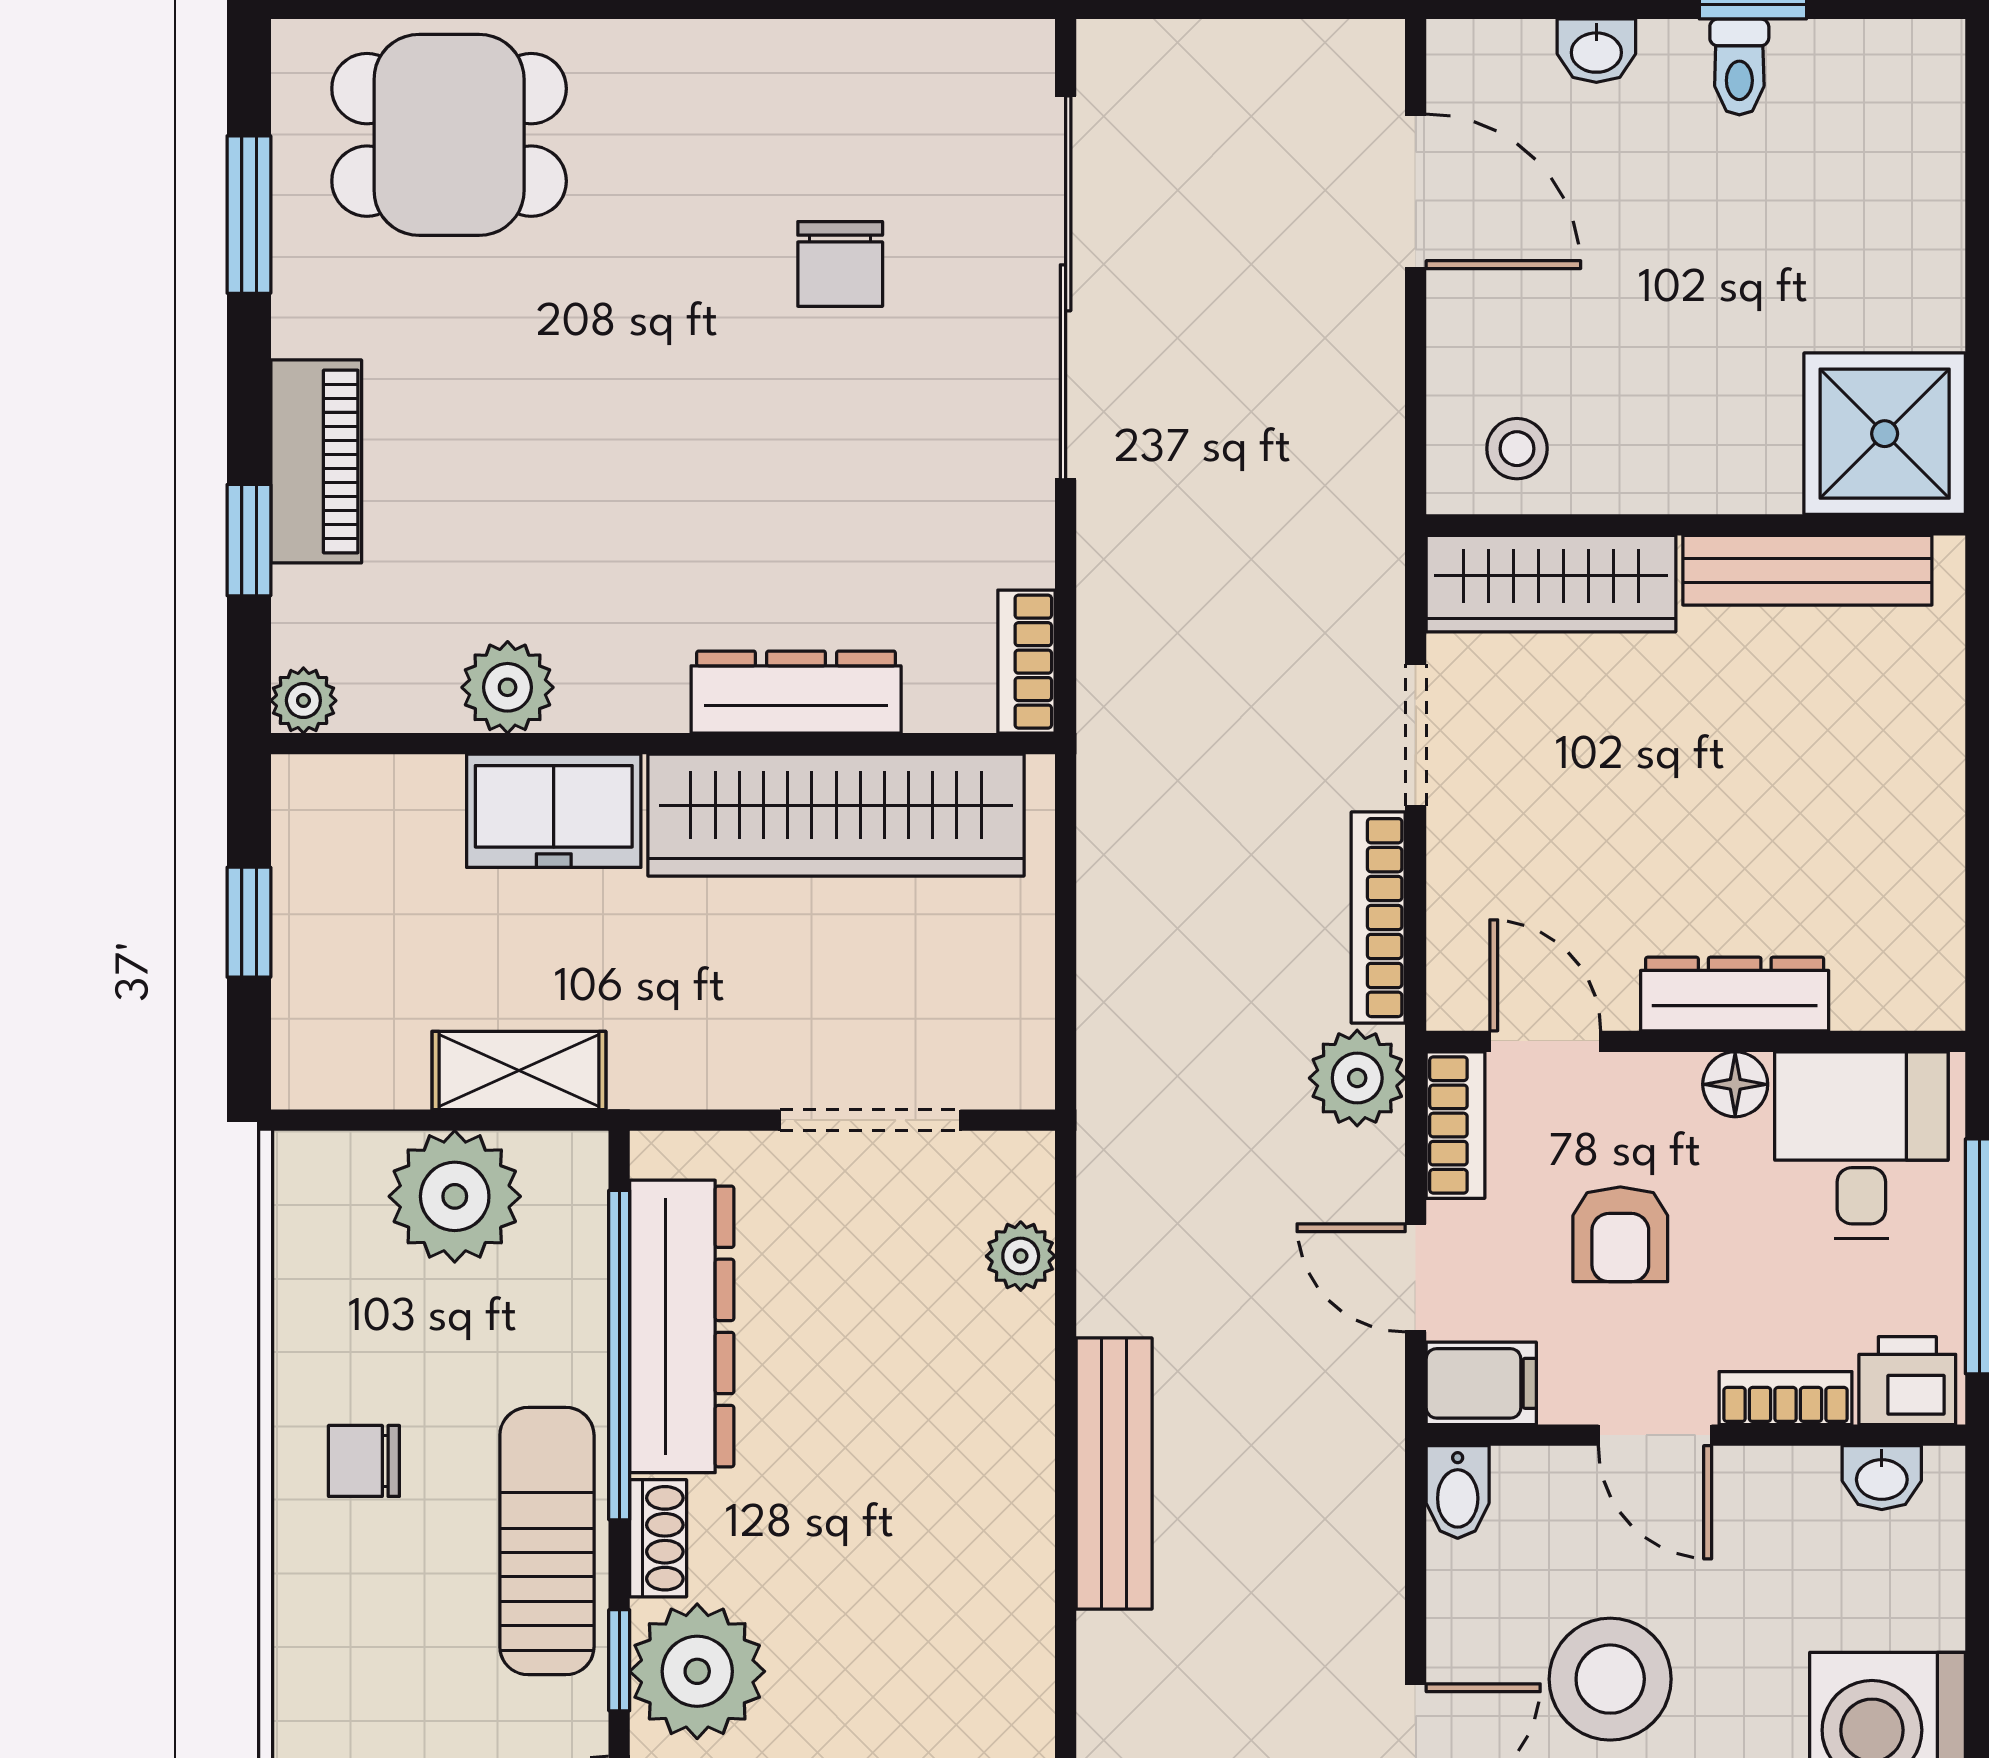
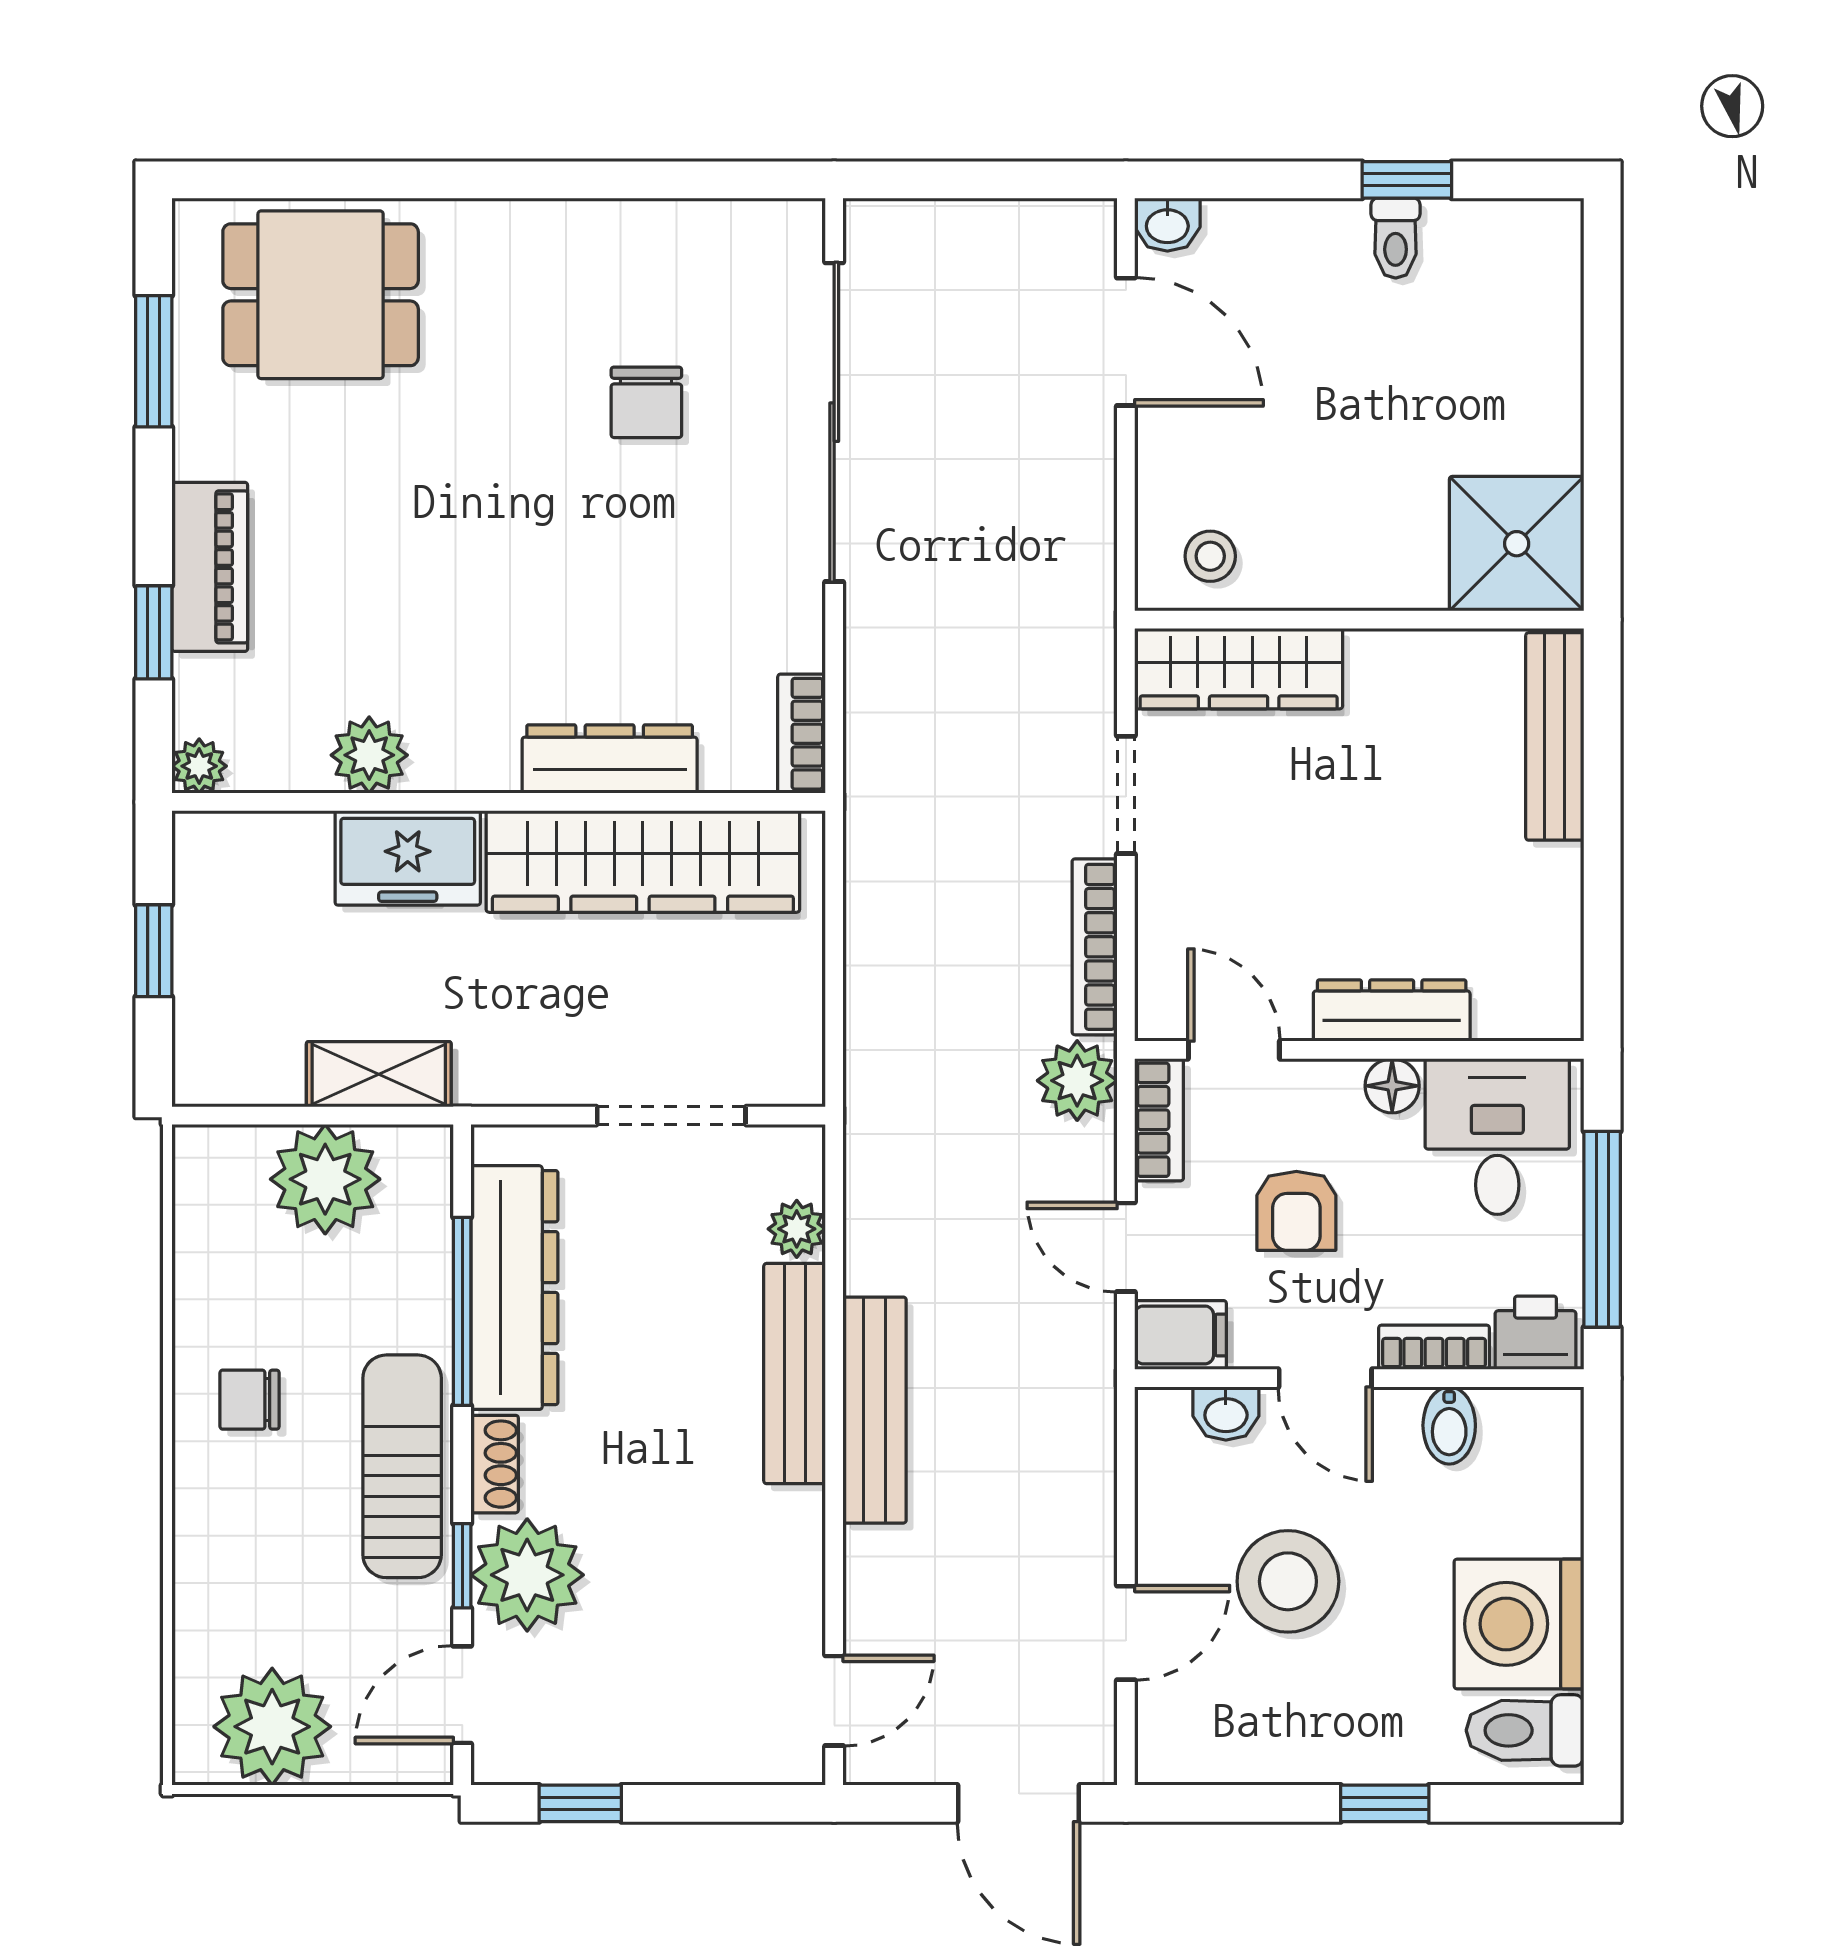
washbasin: (1596, 51) -> (1167, 225), moved
bench: (1807, 570) -> (1555, 736), moved, turned 90
window: (619, 1355) -> (462, 1311), width x0.68
bench: (1018, 1430) -> (795, 1374), added
washbasin: (1882, 1478) -> (1226, 1414), moved
bidet: (1458, 1492) -> (1449, 1425), moved

